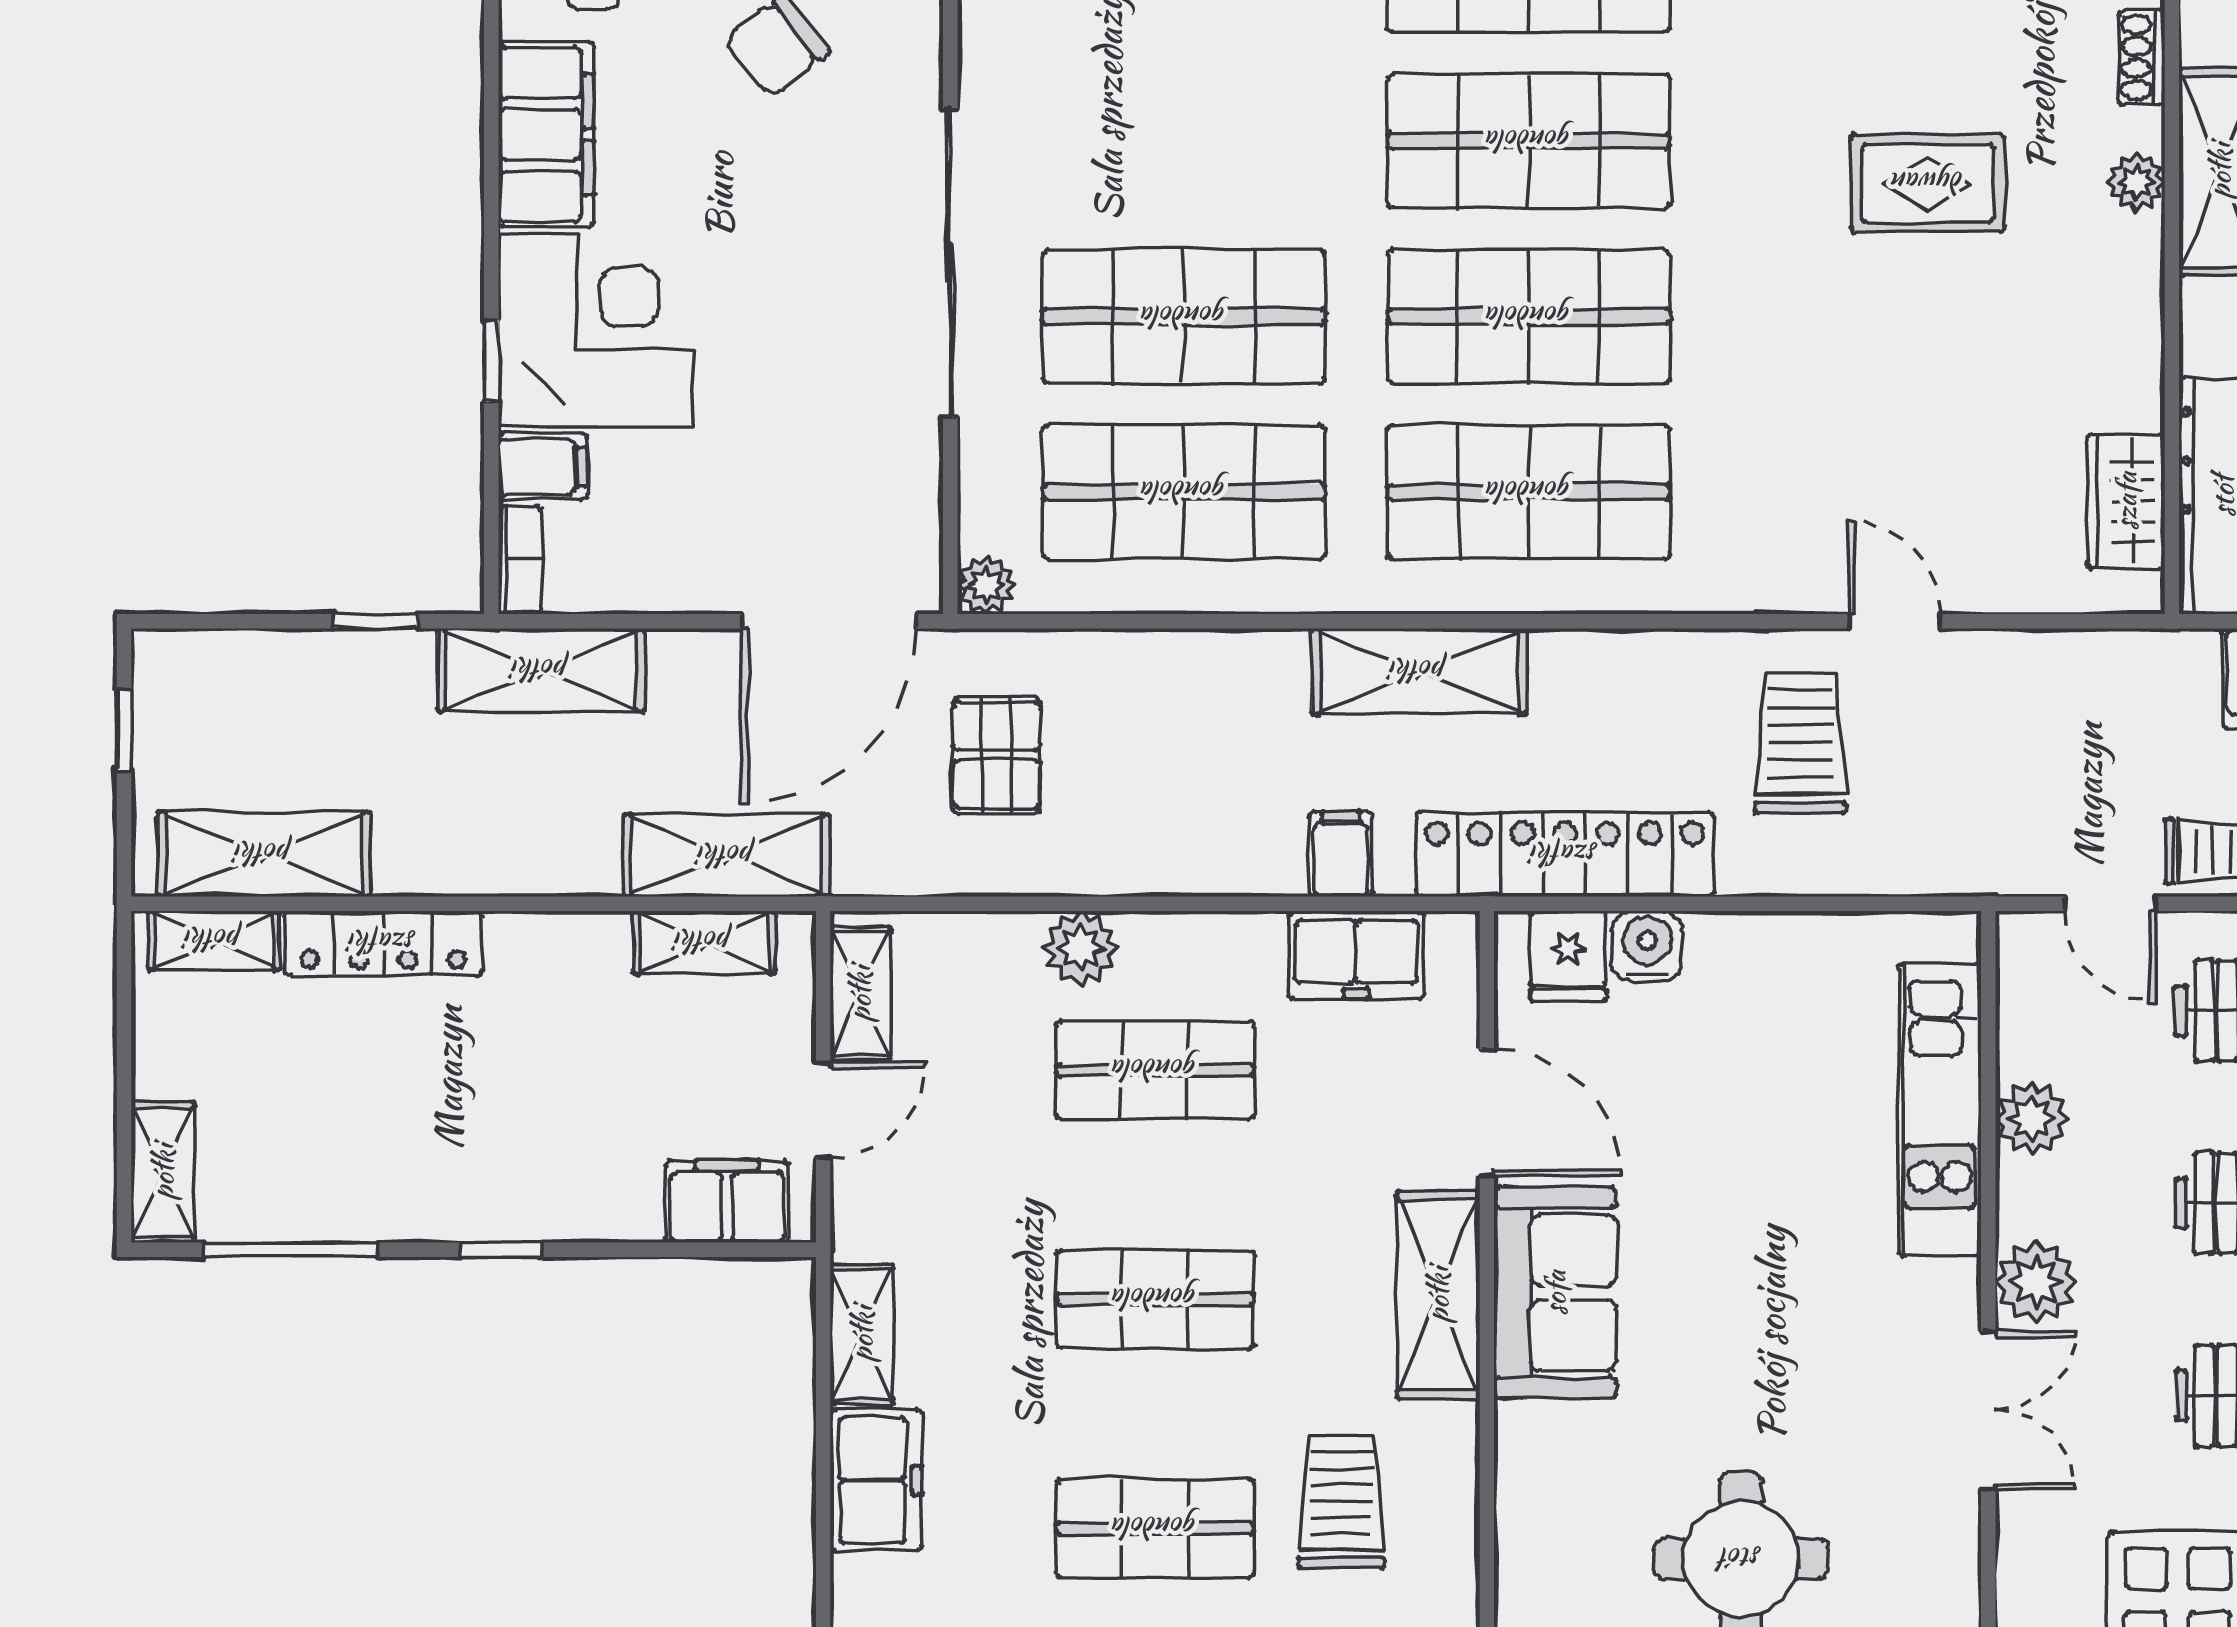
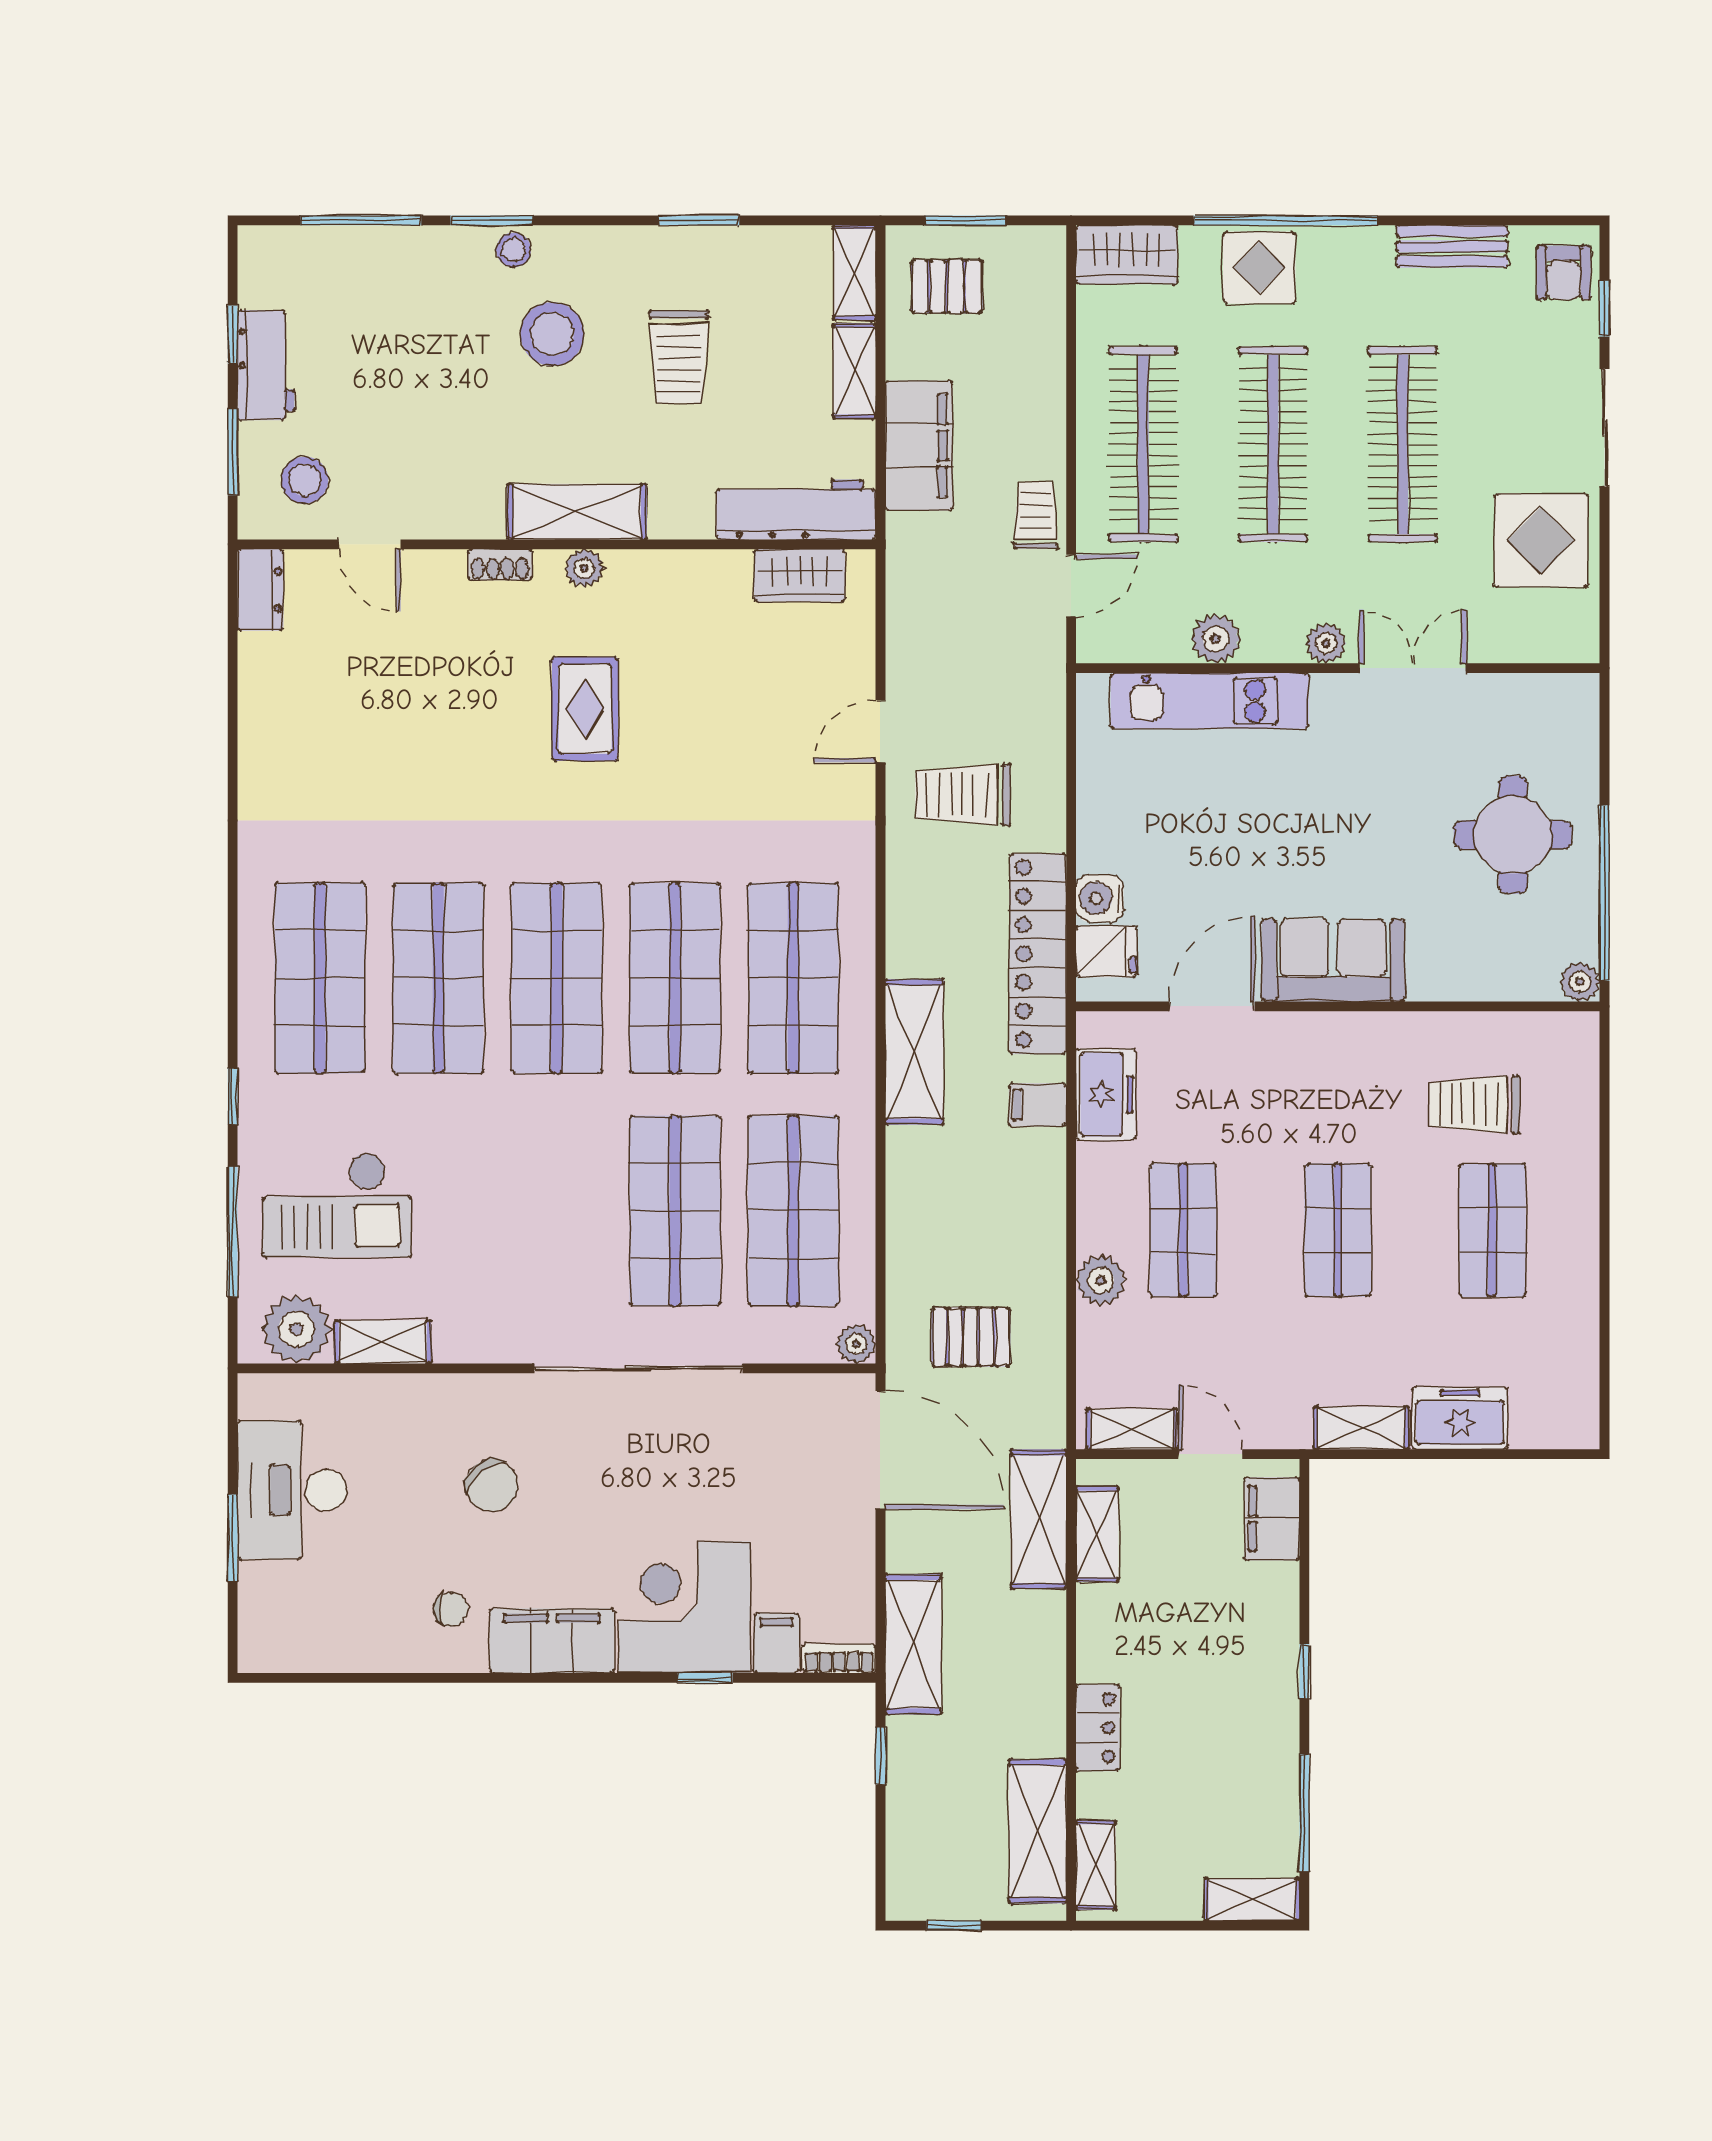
locker: (383, 943) -> (1098, 1728), width x0.66
plant: (2036, 1282) -> (1326, 643), width x0.73, depth x0.73
shelving: (1438, 1295) -> (1335, 1039), removed

